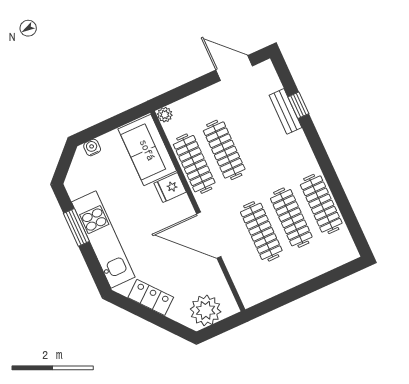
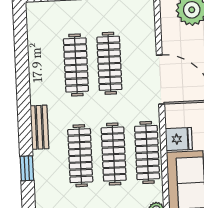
bench: (285, 111) -> (39, 127), moved
clothes rail: (321, 204) -> (80, 156), moved

